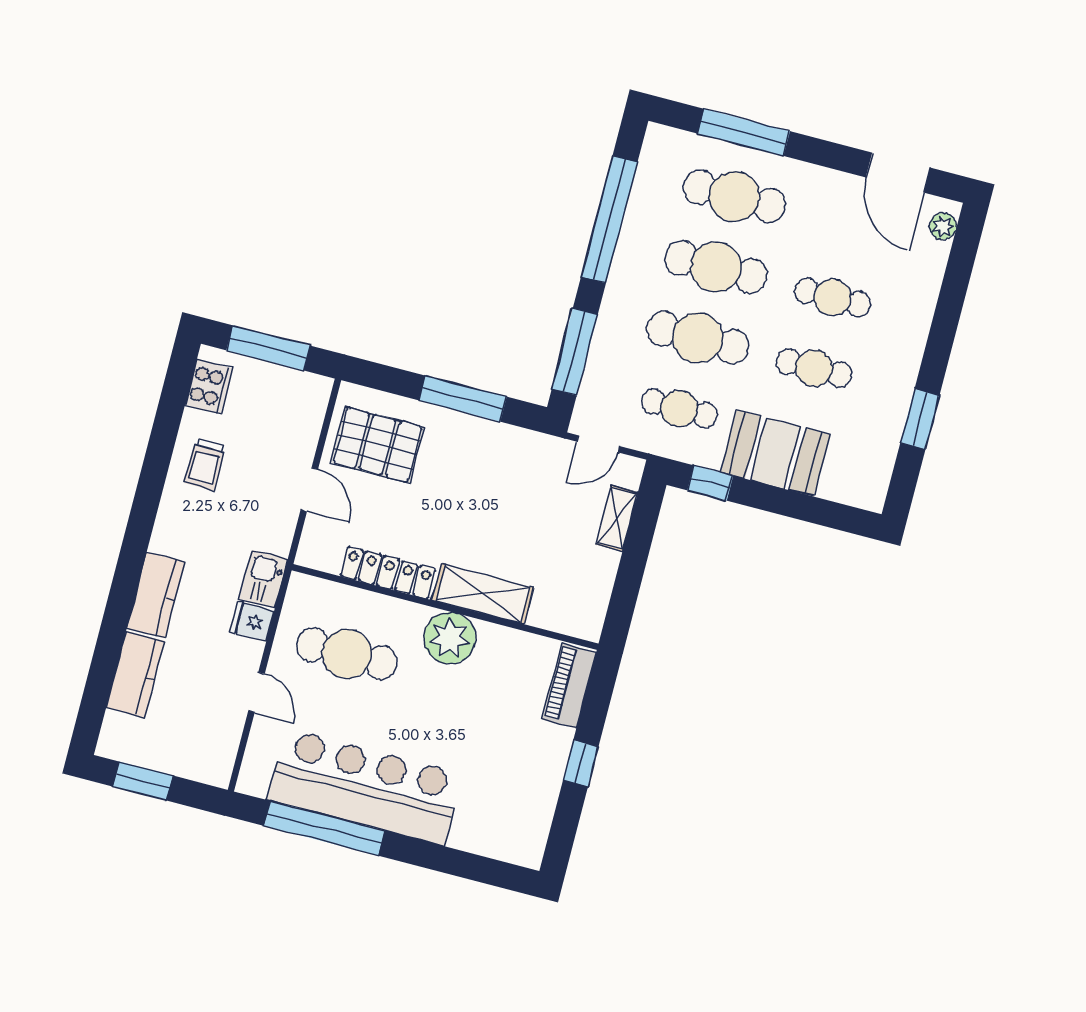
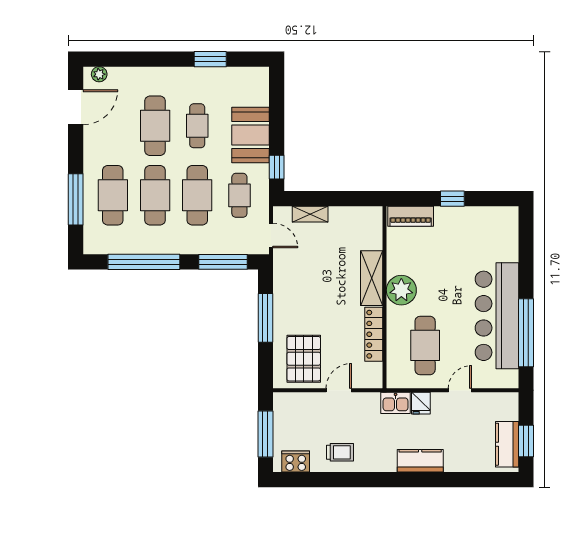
cafe table: (832, 297) -> (155, 126), width x1.37, depth x1.35
kitchen counter: (135, 674) -> (507, 444), moved, turned -90

